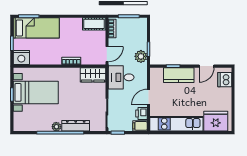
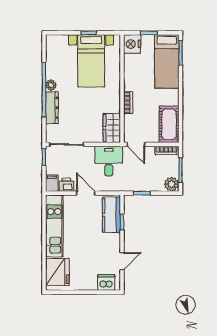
cot: (94, 24) -> (169, 124), width x1.37, depth x1.34
plant: (141, 56) -> (172, 184), moved
door: (207, 66) -> (122, 261), swing flipped
kitchen counter: (179, 75) -> (111, 215), moved

